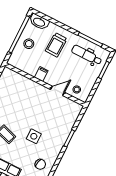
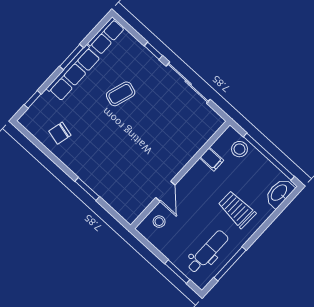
stool: (29, 44) -> (239, 149), moved
filing cabinet: (41, 74) -> (212, 159), moved
side table: (34, 136) -> (106, 135), removed

